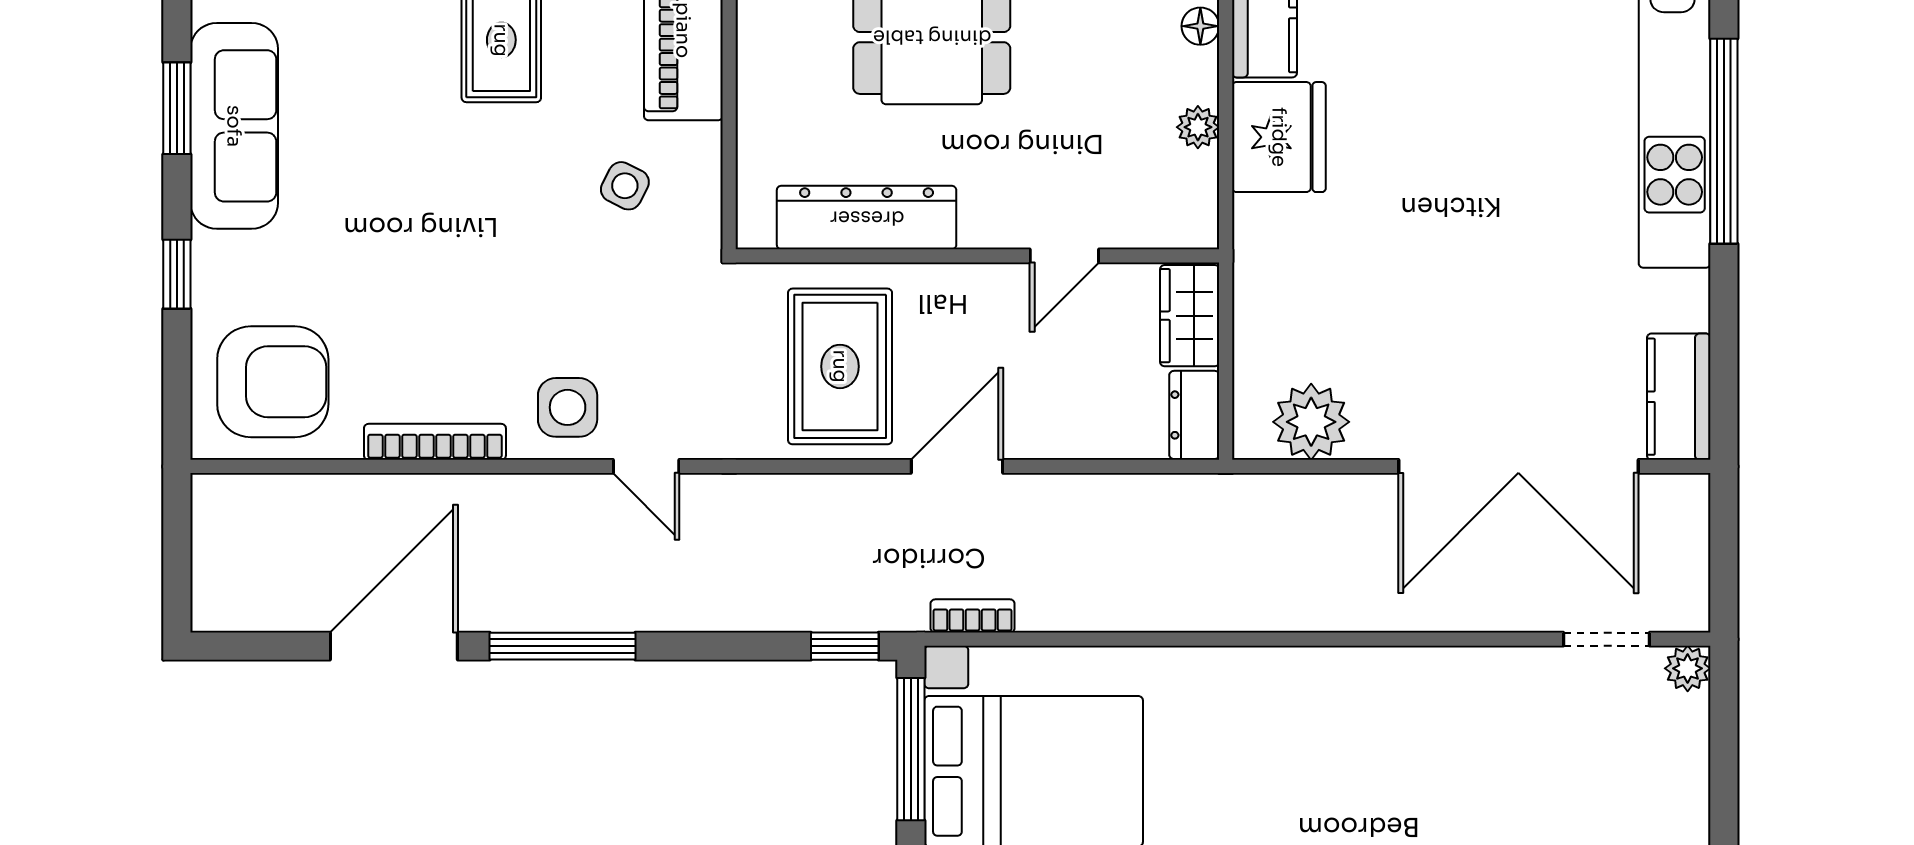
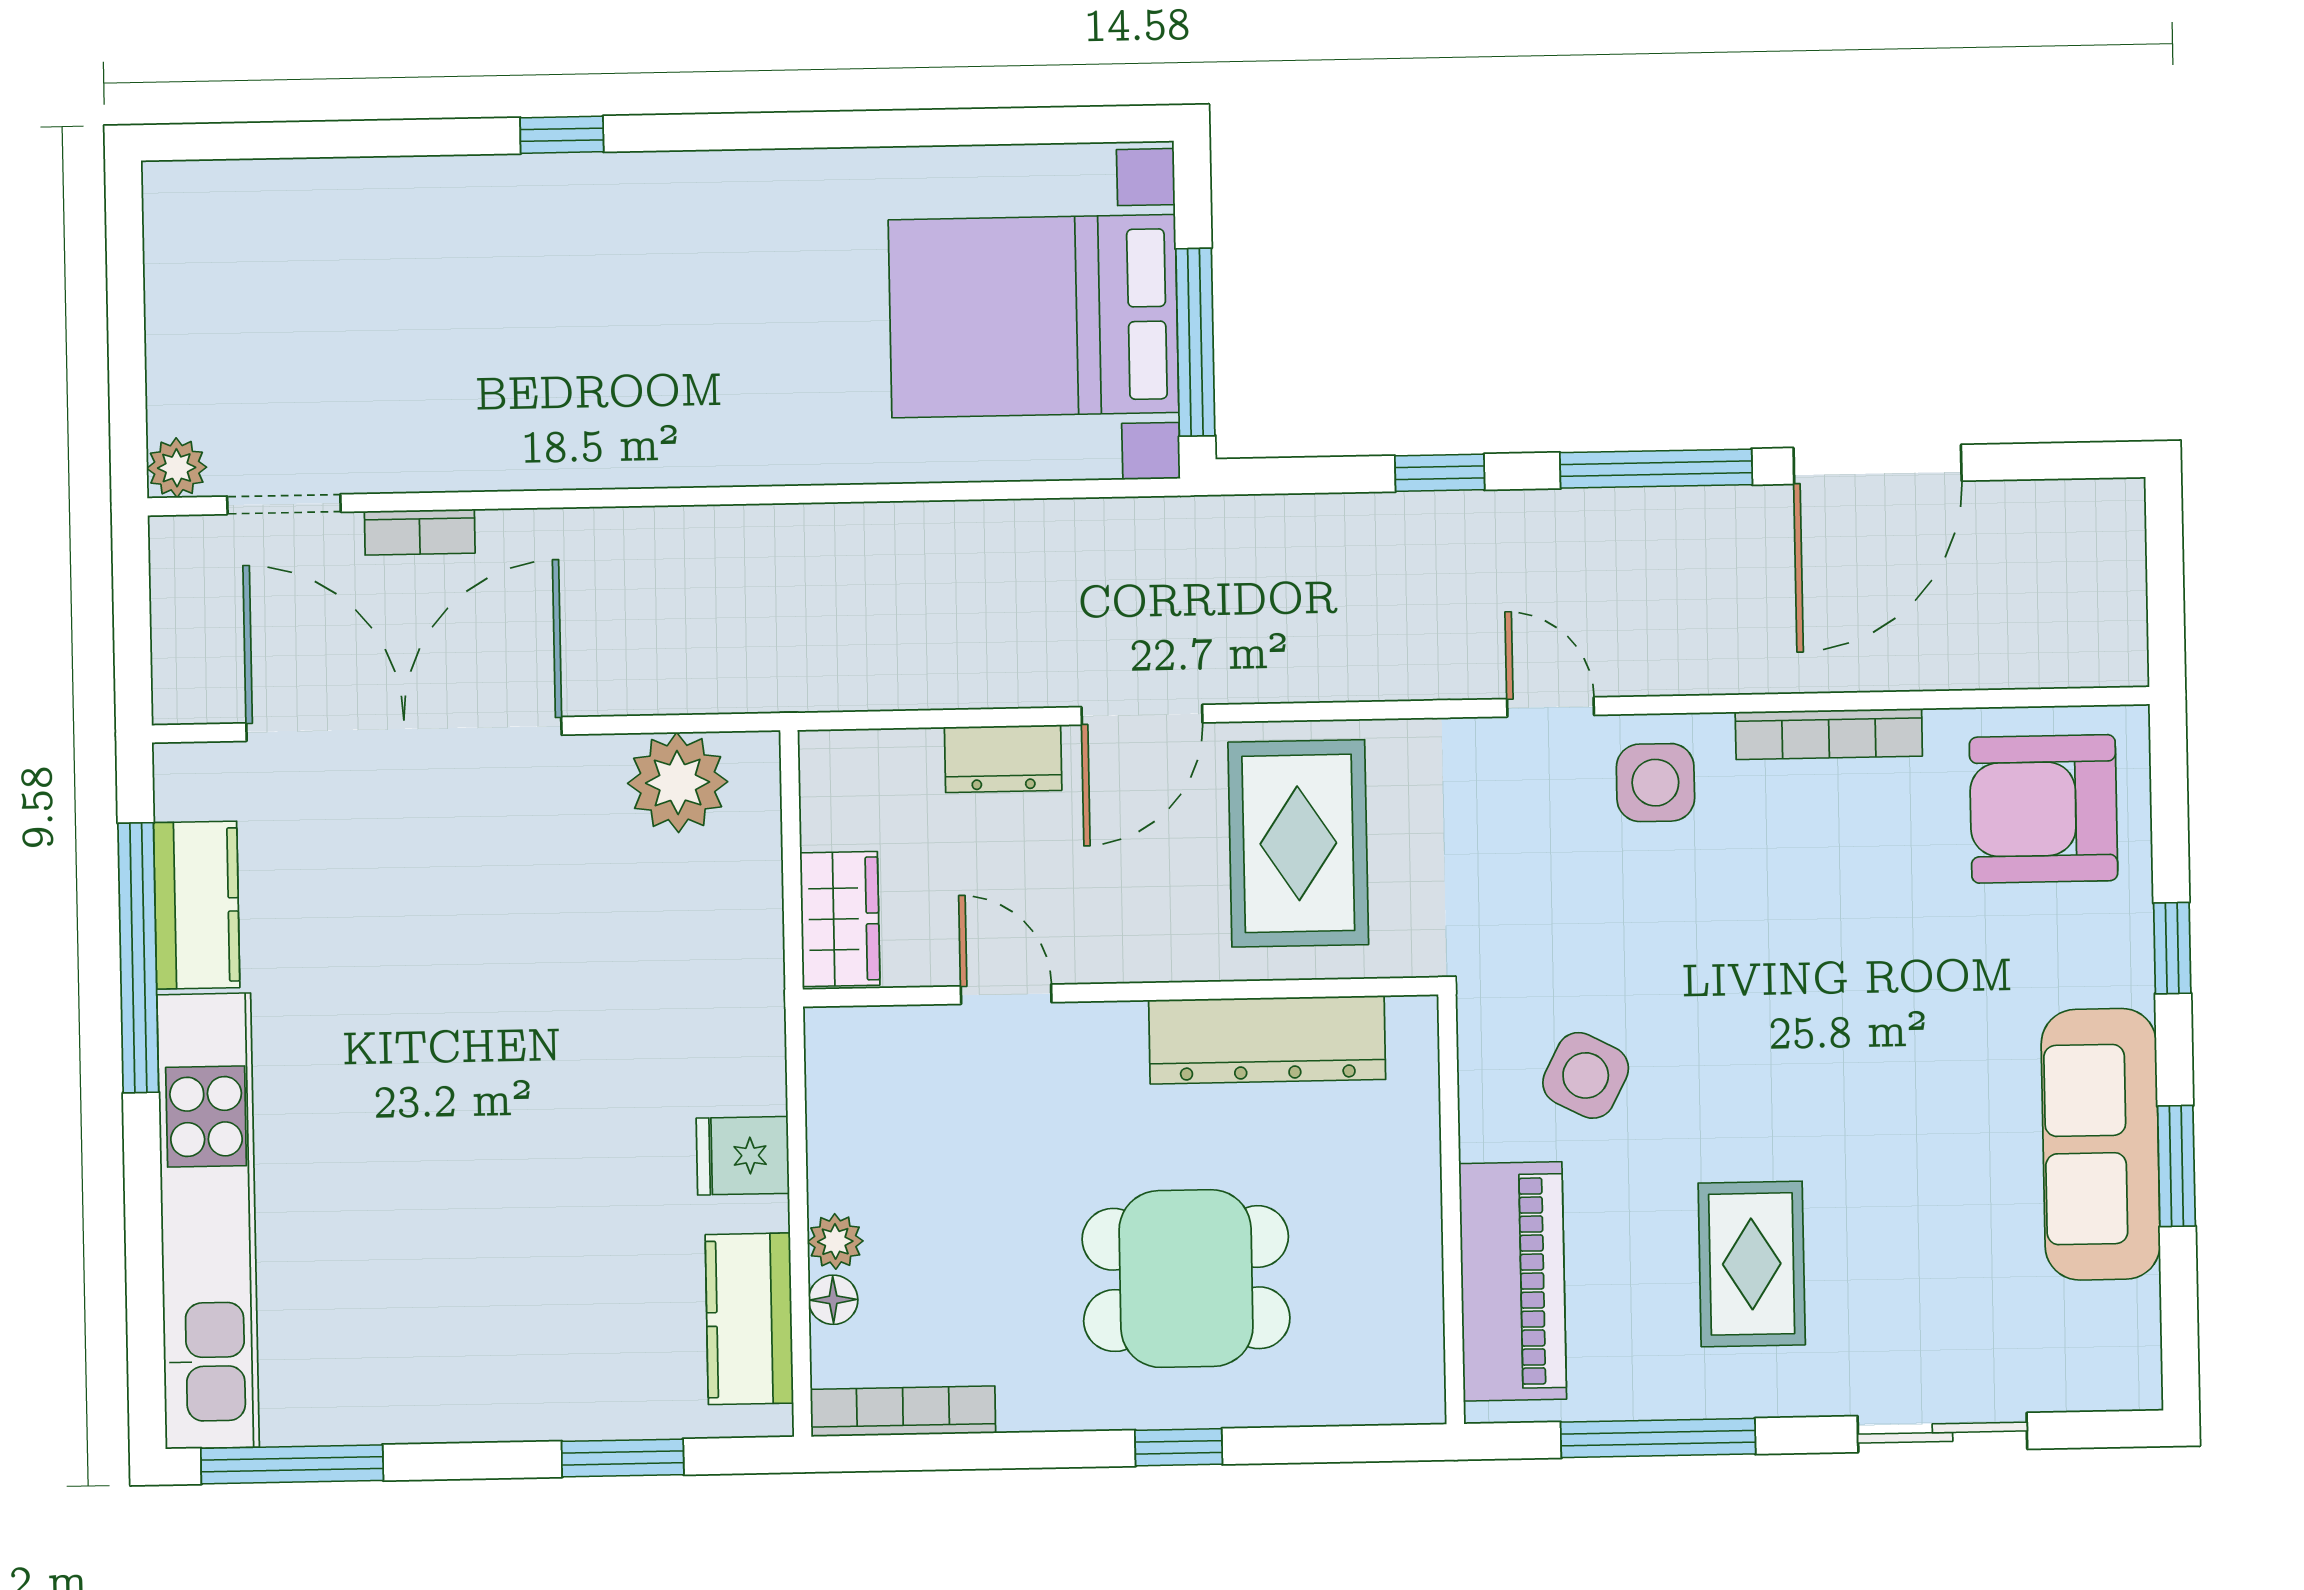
plant: (1198, 127) -> (835, 1241), moved
fridge: (1279, 137) -> (743, 1156), width x0.53, depth x0.75
window: (1724, 141) -> (138, 958), moved
side table: (625, 186) -> (1586, 1075), width x1.37, depth x1.37
door: (1064, 256) -> (1006, 994), hinge flipped
kitchen counter: (1679, 397) -> (197, 905), moved
dresser: (1194, 415) -> (1003, 759), moved, turned 90
bookcase: (973, 616) -> (420, 532), moved
window: (845, 646) -> (1440, 473), moved

